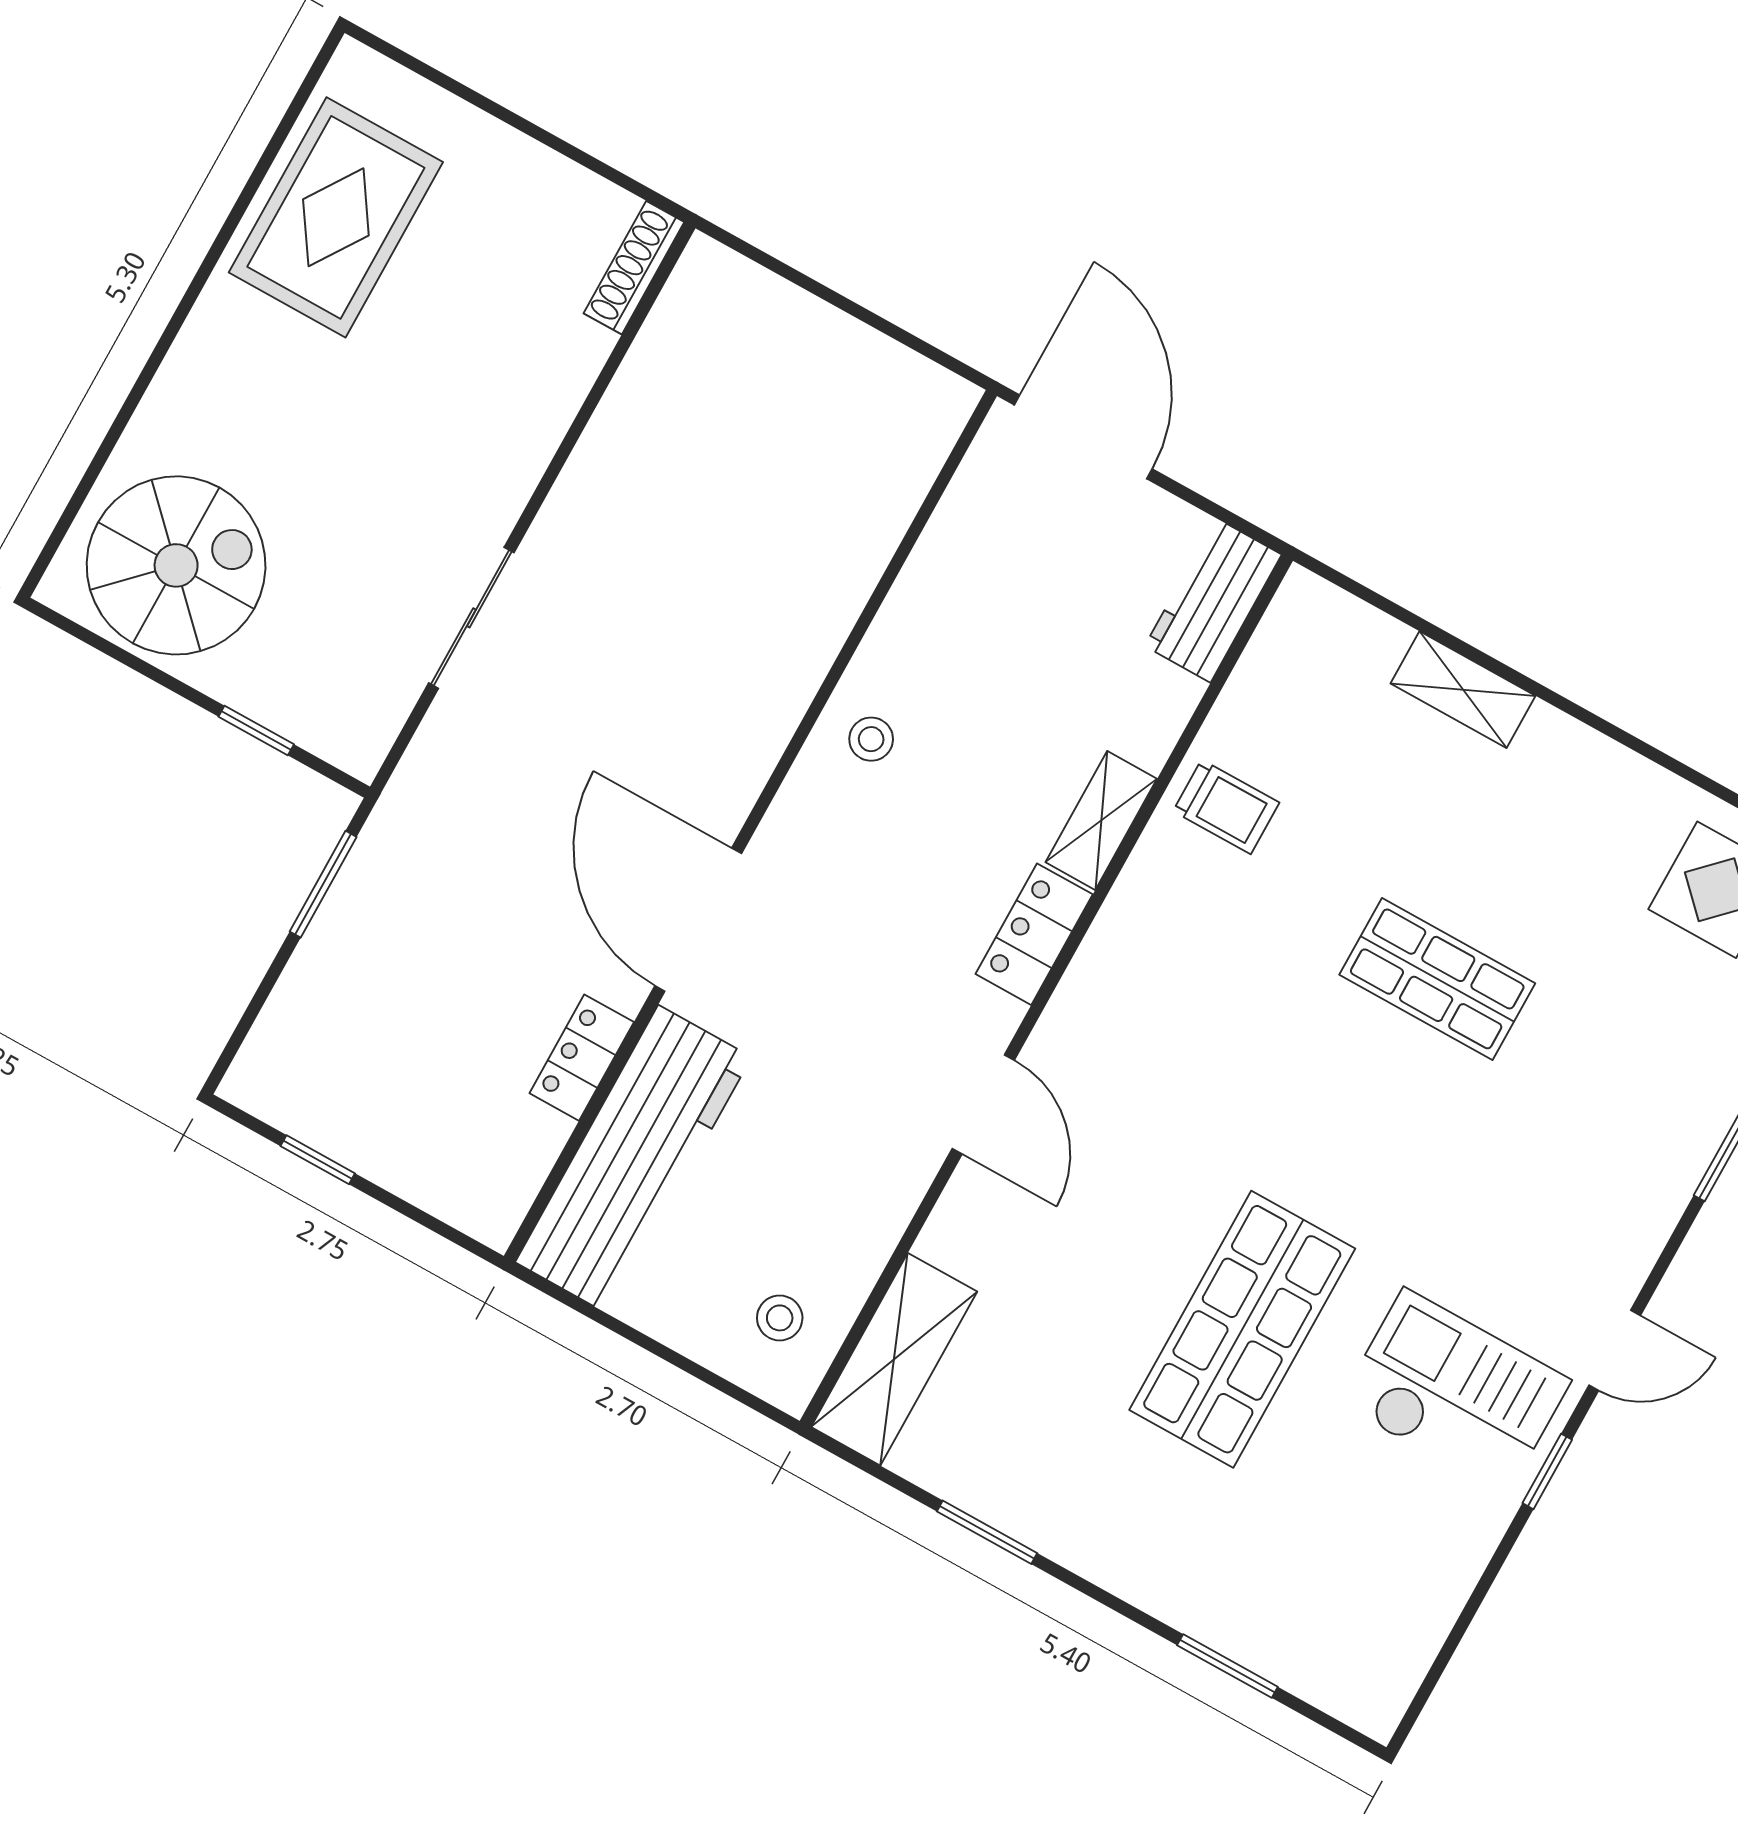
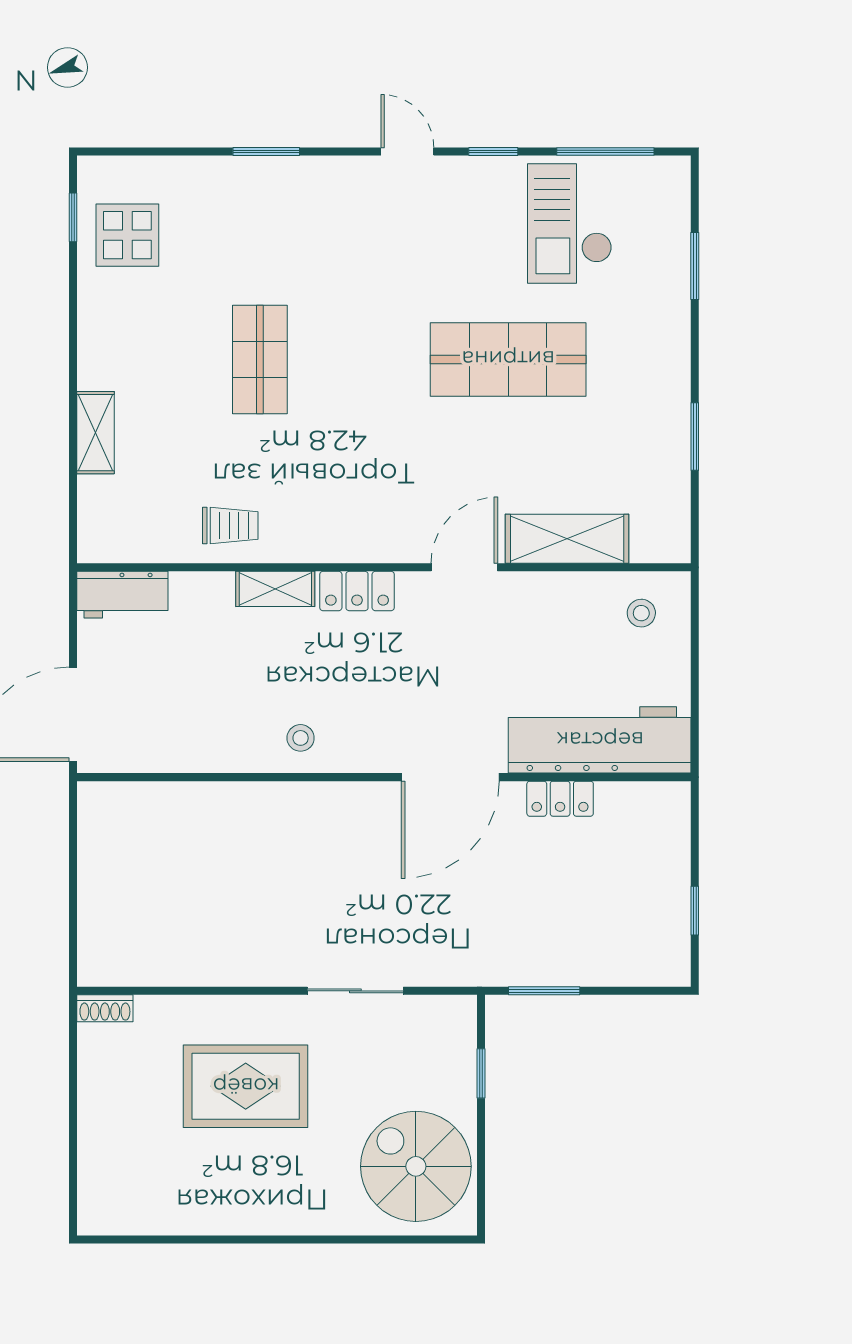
rug: (336, 217) -> (246, 1086), moved
shoe rack: (634, 268) -> (105, 1008), width x0.70
trolley: (1226, 807) -> (230, 525), turned 90
shelving: (894, 1359) -> (567, 539), moved
checkout: (1455, 1392) -> (570, 223), moved
window: (1459, 1630) -> (605, 152), added

